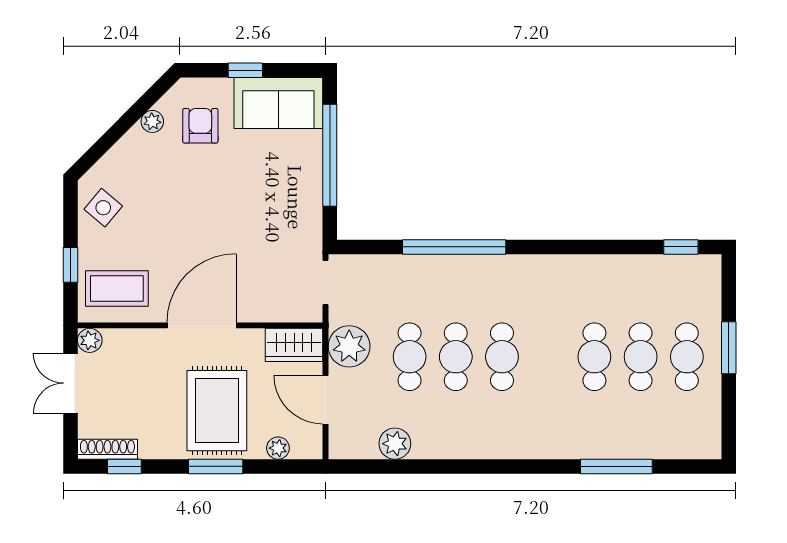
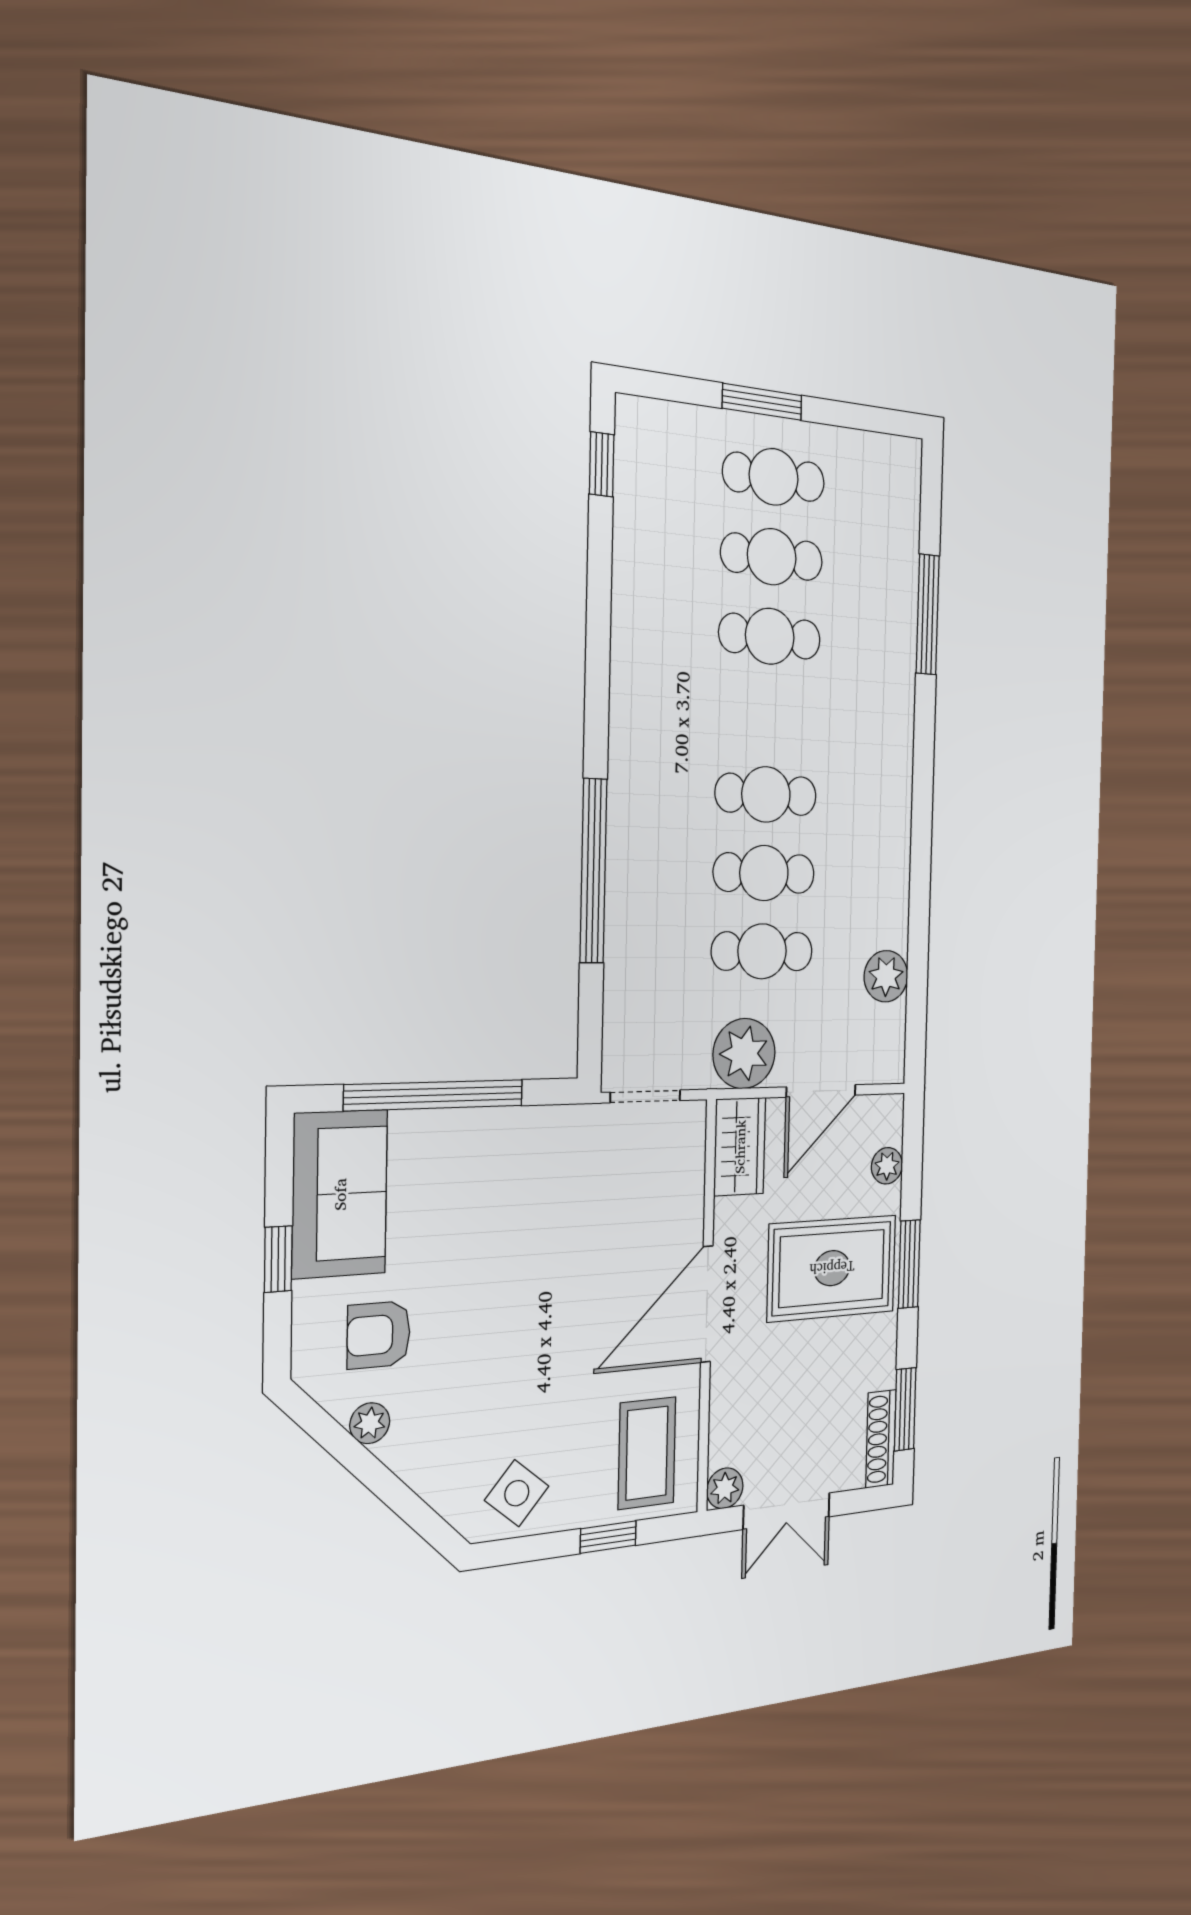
door: (202, 325) -> (707, 1304), hinge flipped
window: (124, 466) -> (905, 1409), width x1.50

